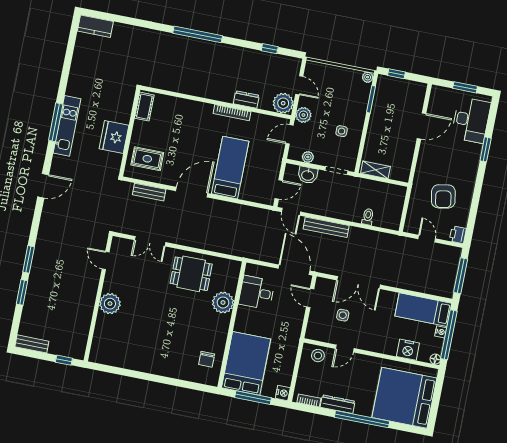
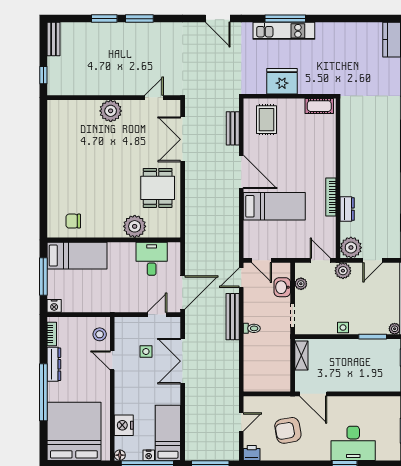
desk: (471, 120) -> (353, 443), moved
door: (421, 126) -> (313, 394), moved
side table: (342, 131) -> (343, 328), moved
toilet: (368, 217) -> (252, 328), moved
double door: (150, 241) -> (183, 139), width x1.37
bed: (246, 363) -> (77, 256), width x0.67

